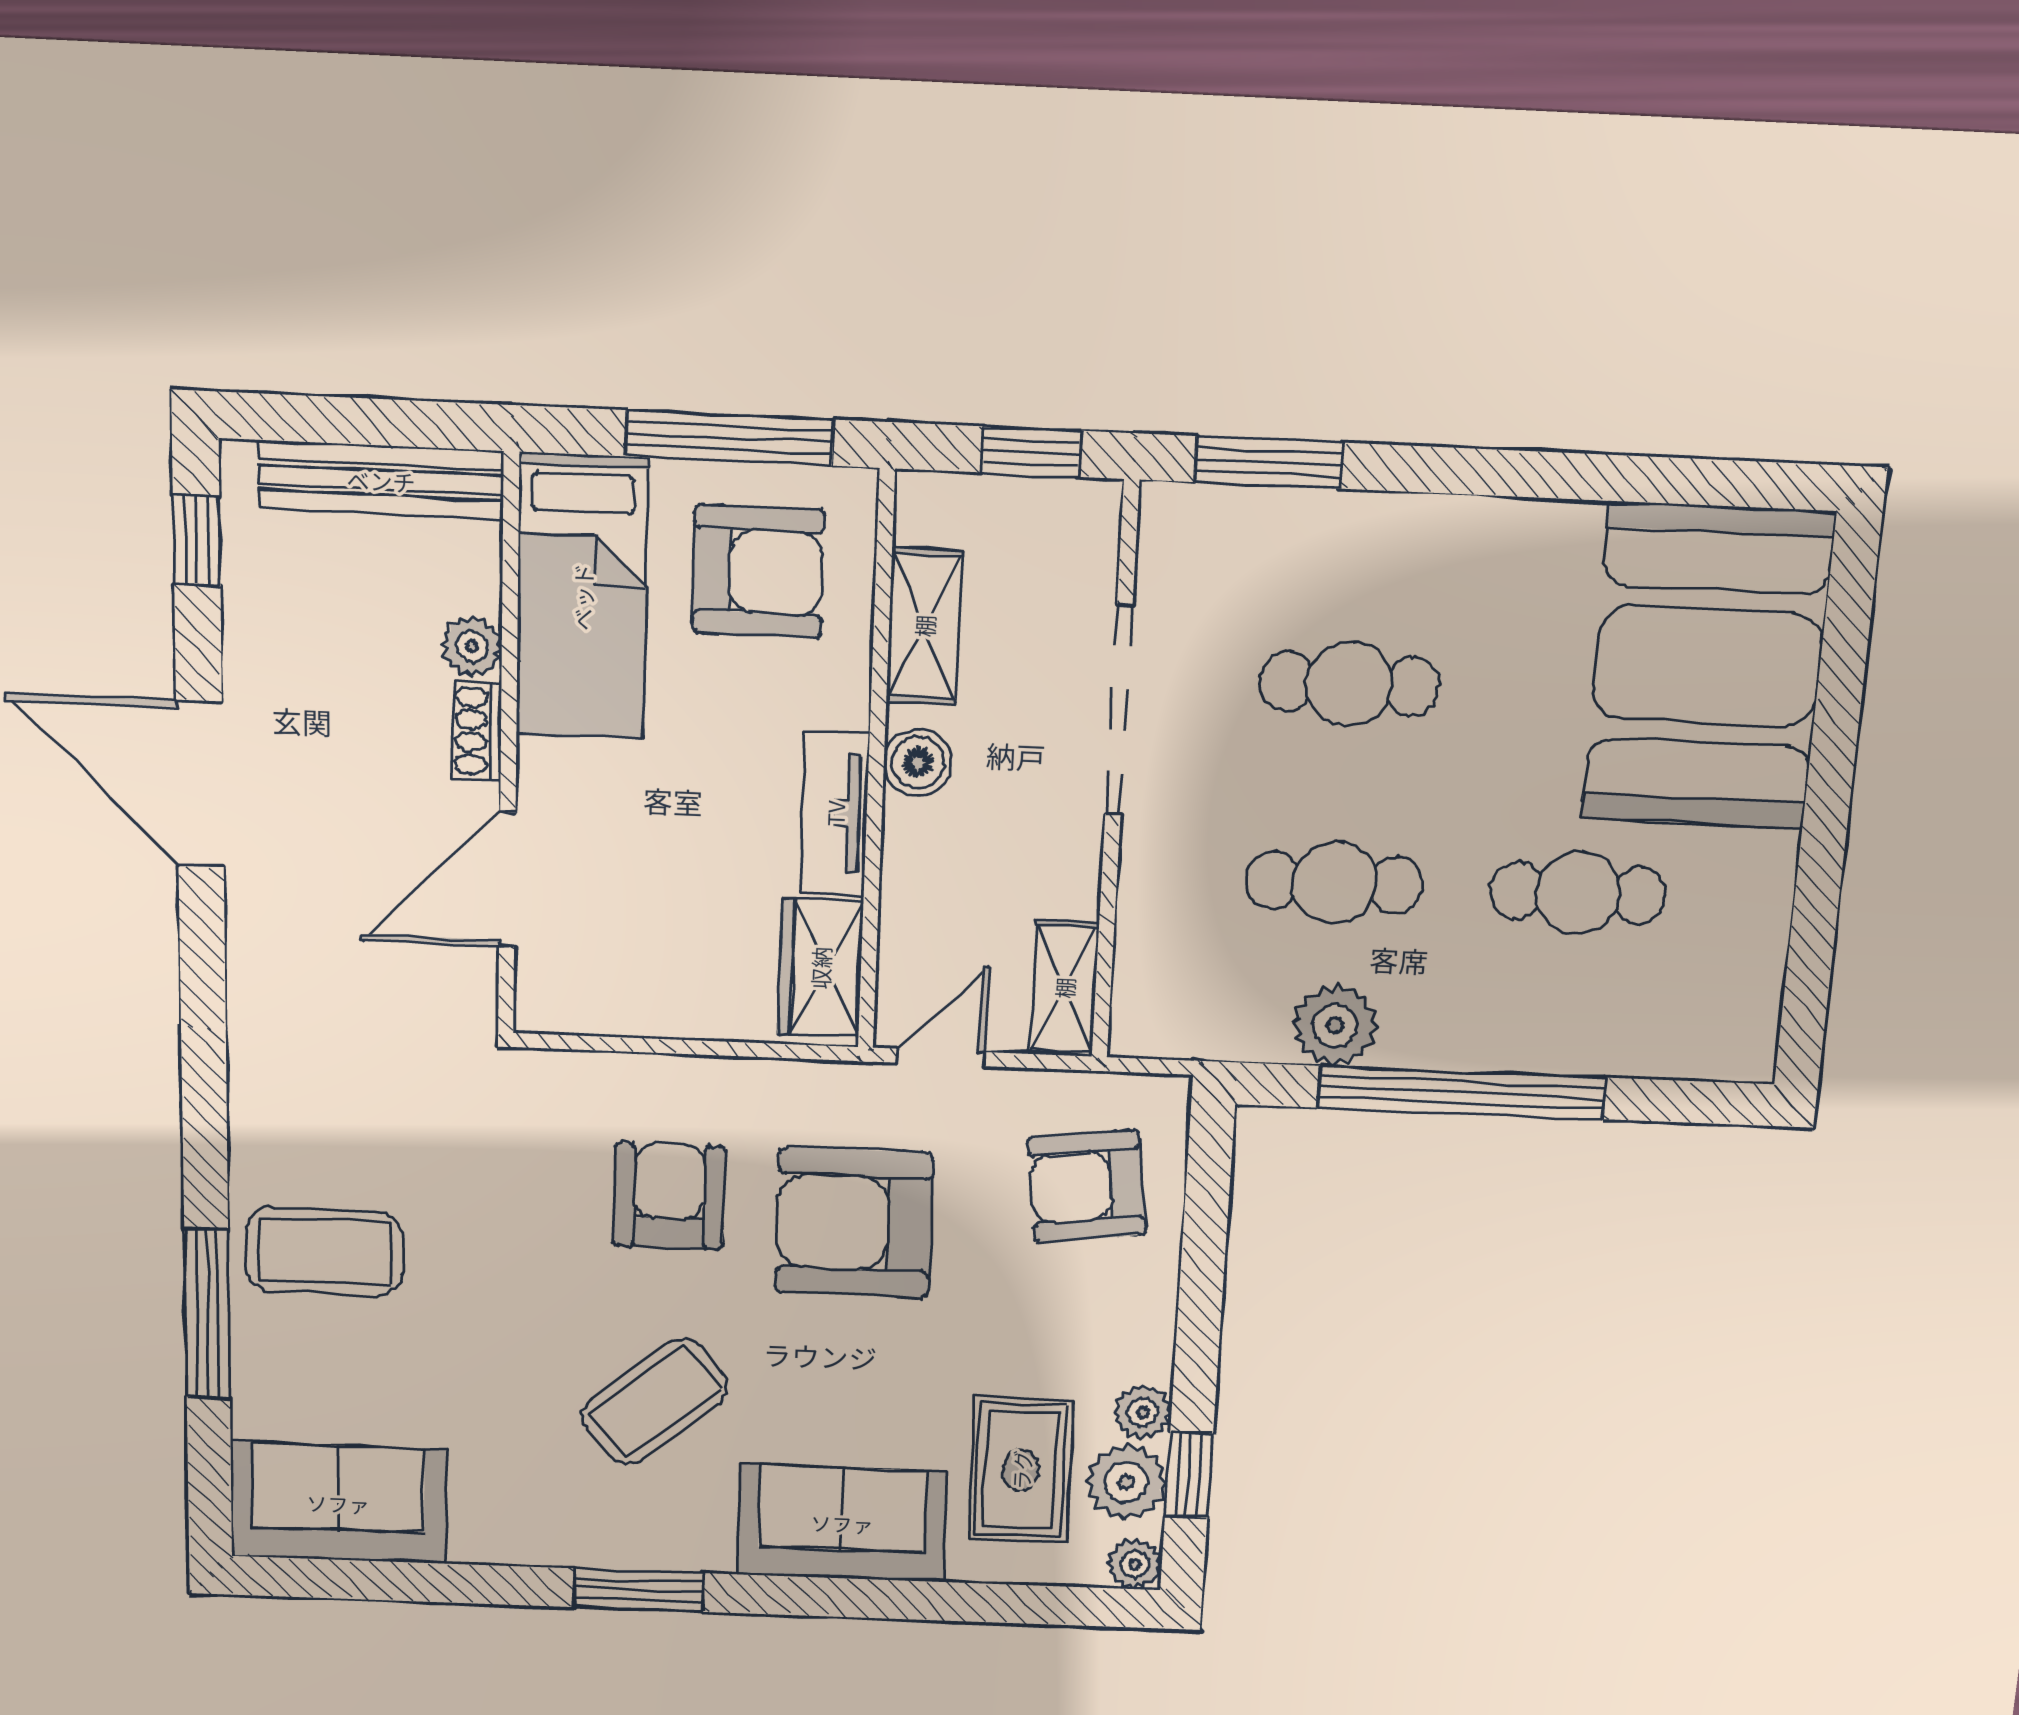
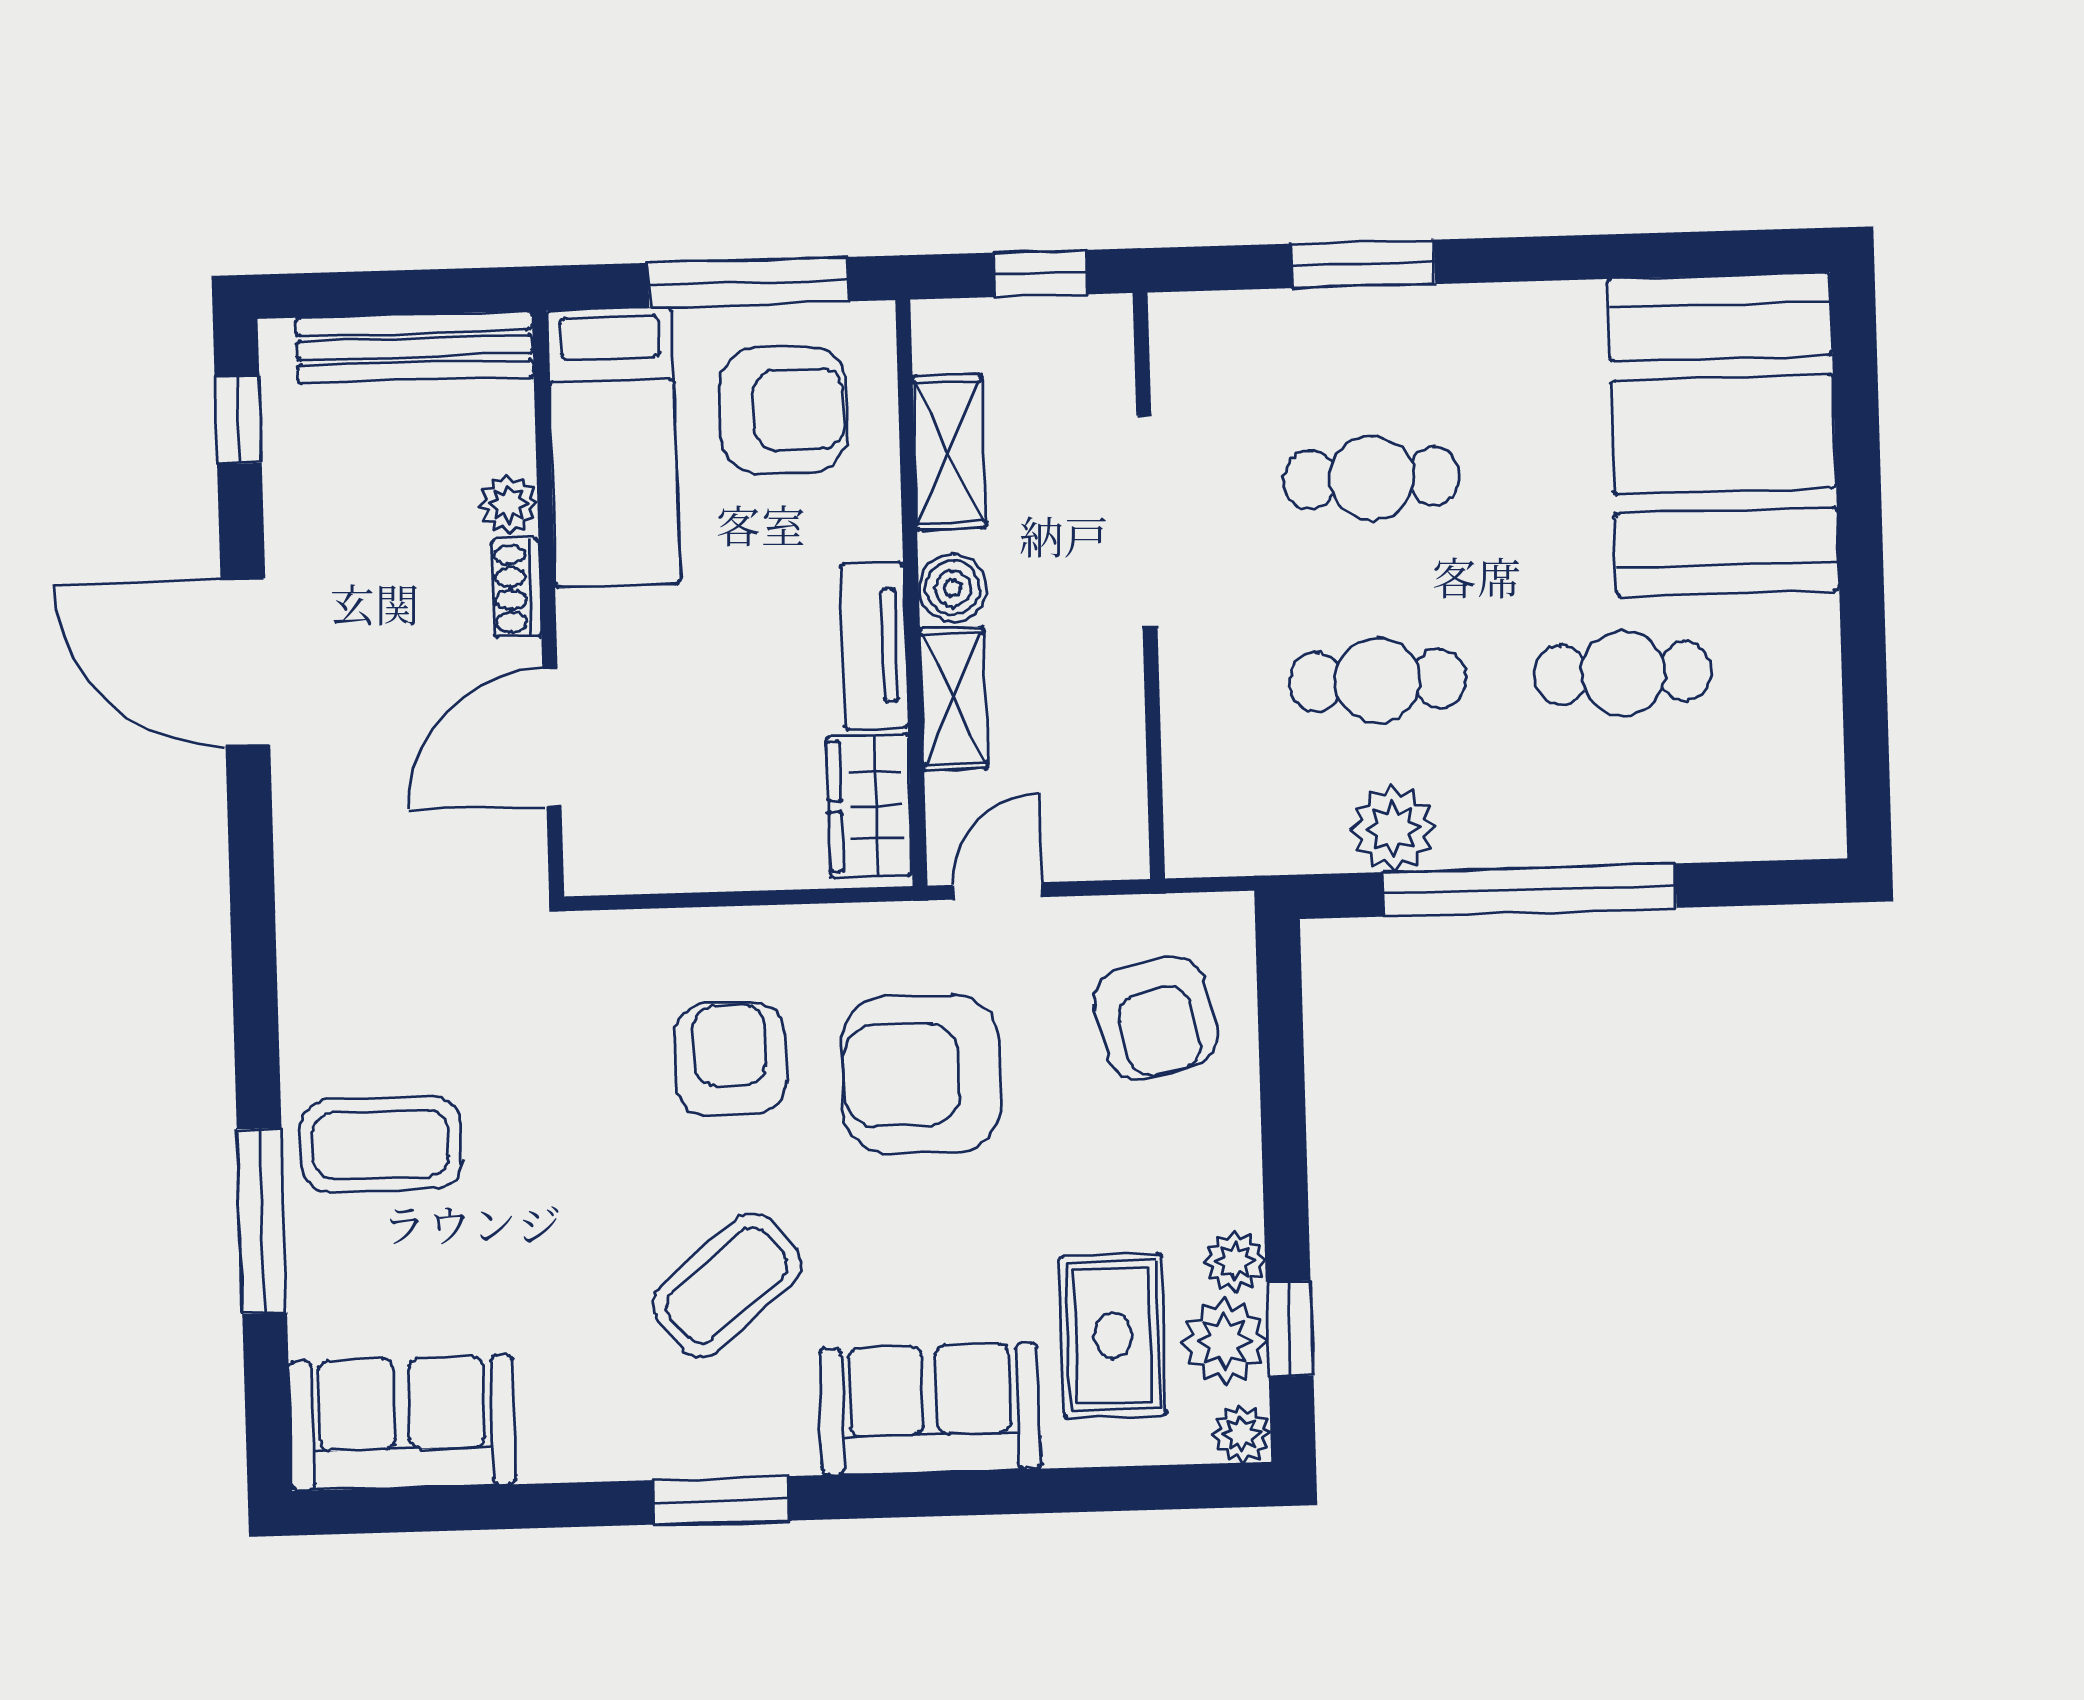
window: (1268, 462) -> (1363, 264), moved
shelving: (1064, 988) -> (954, 698), moved
armchair: (1086, 1186) -> (1156, 1018), turned -96

